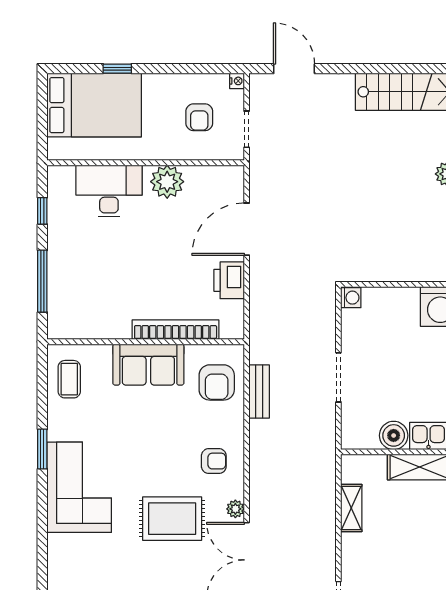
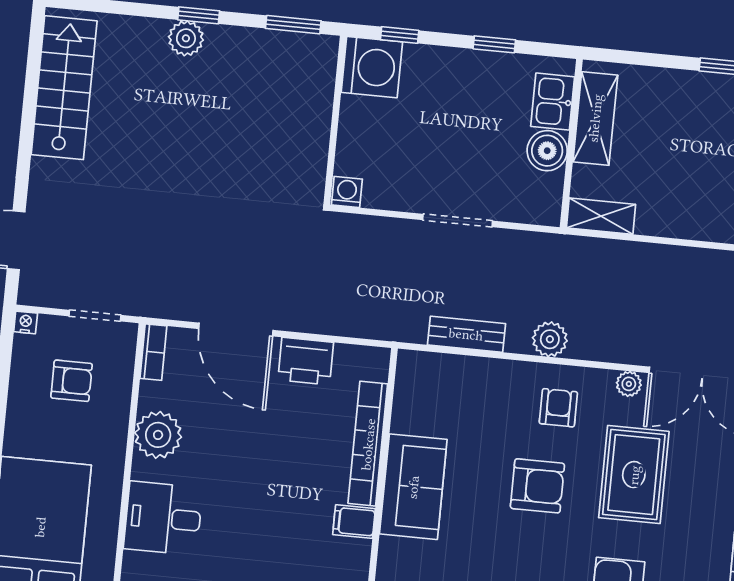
bookcase: (225, 173) -> (153, 352), added
desk: (109, 191) -> (163, 518), width x0.73
filing cabinet: (120, 325) -> (354, 522), added
armchair: (217, 382) -> (537, 486), moved
plant: (261, 450) -> (550, 339), added
shelving: (351, 508) -> (601, 216), moved

